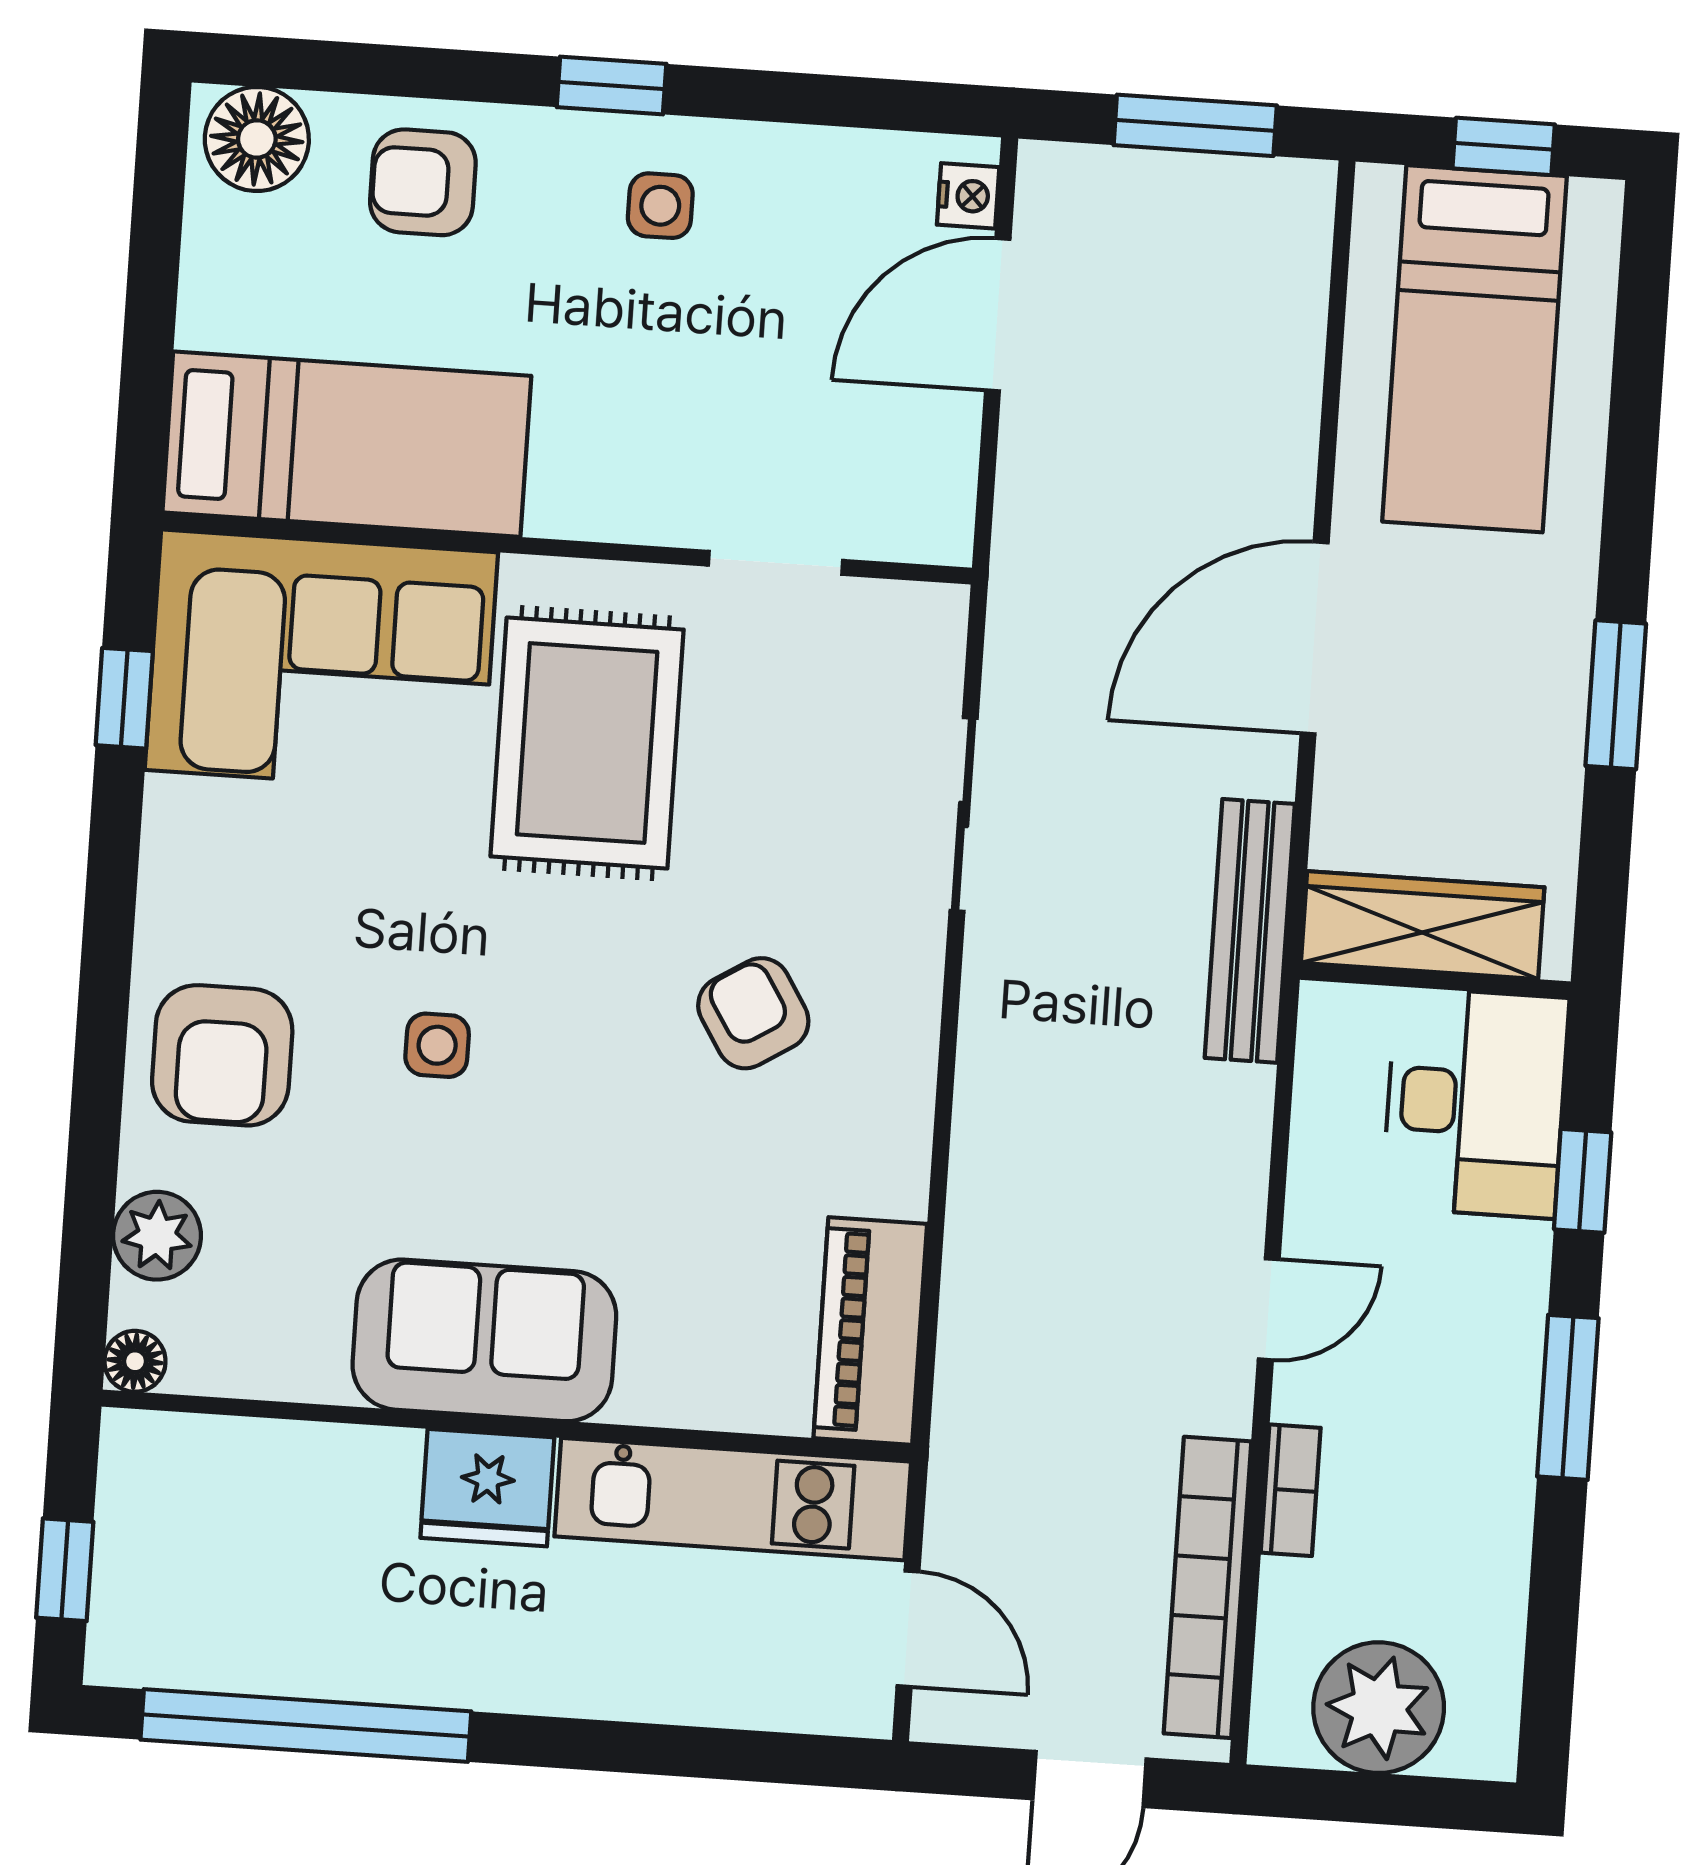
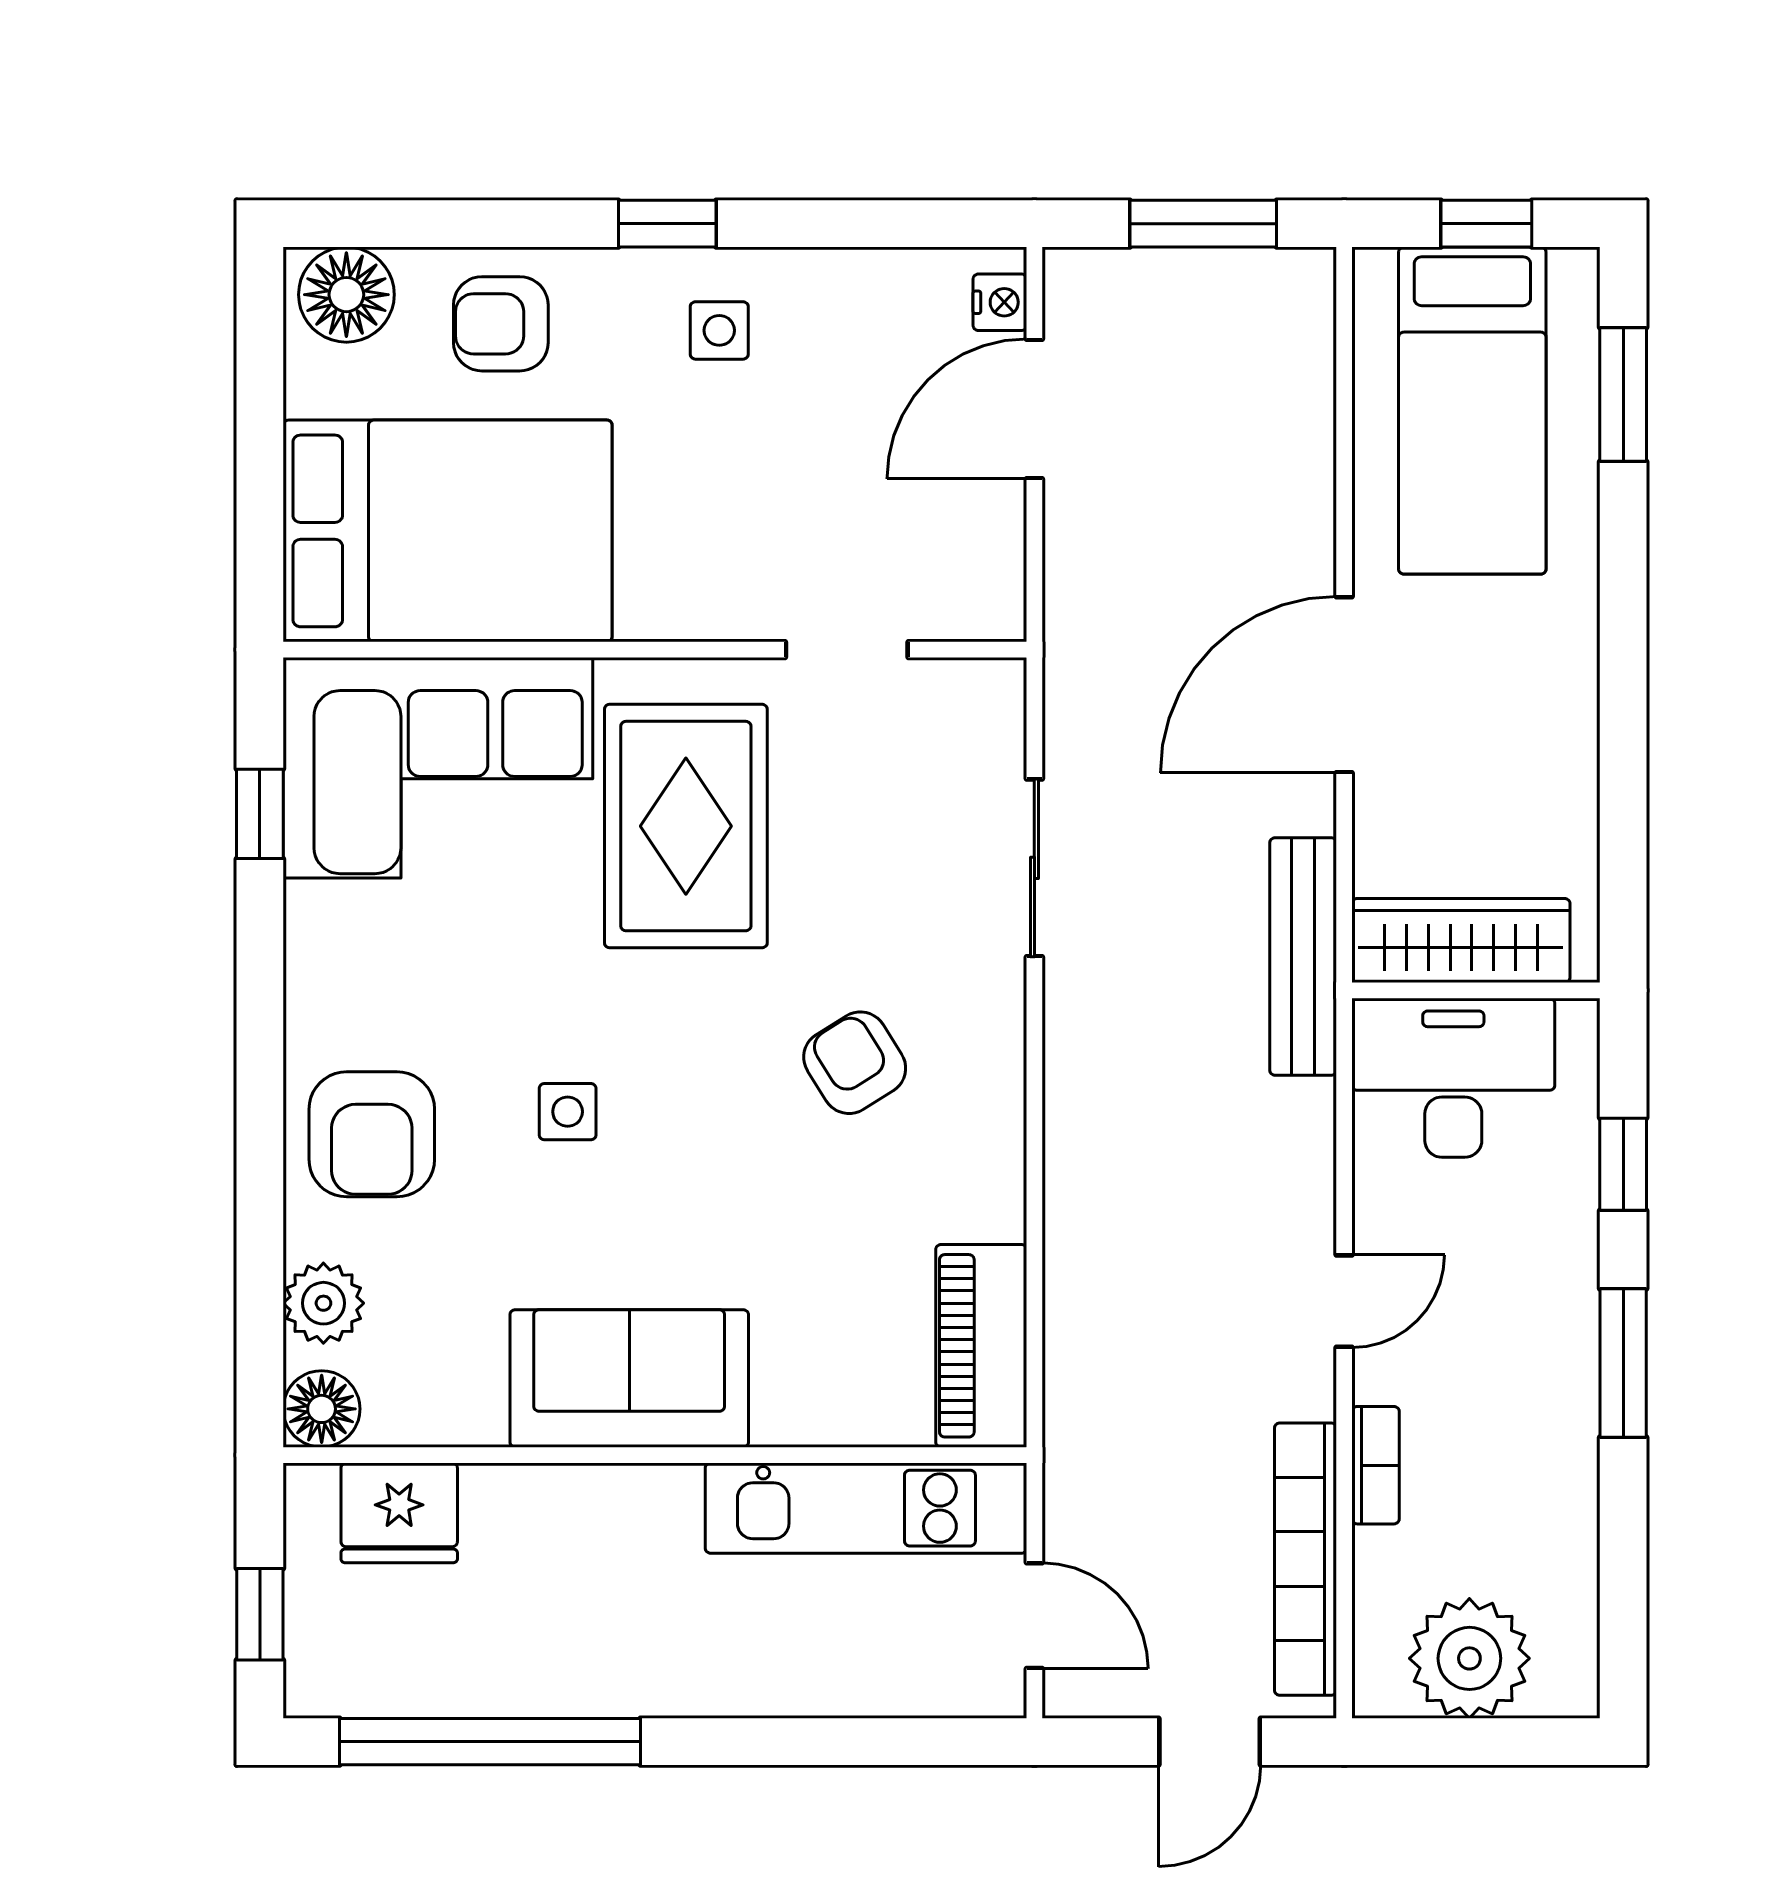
bed: (347, 444) -> (448, 531), width x1.50
window: (1616, 695) -> (1623, 394), moved
desk: (1475, 1103) -> (1453, 1078), moved, turned -90
floor lamp: (135, 1361) -> (322, 1409), width x1.37, depth x1.37
fridge: (487, 1488) -> (399, 1513), moved

